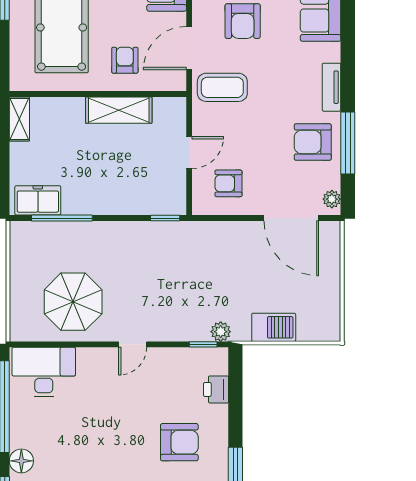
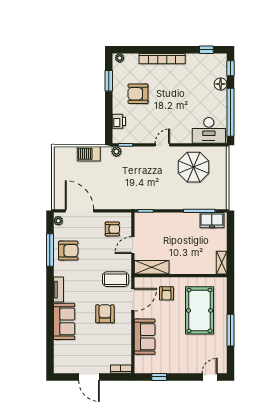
tv unit: (332, 87) -> (58, 290), moved
shelving: (119, 110) -> (152, 267), moved

